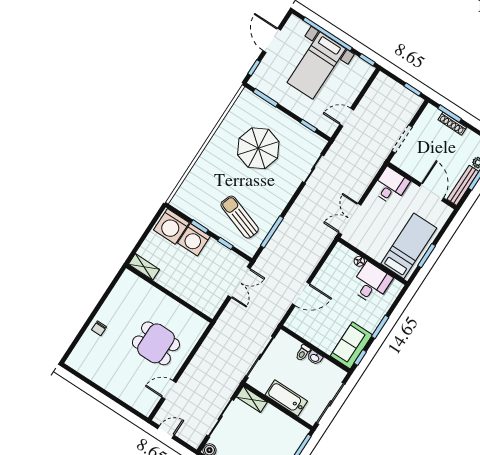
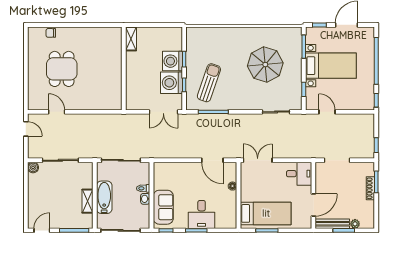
bed with nightstands: (316, 66) -> (331, 66), moved, turned 180
washing machine: (171, 226) -> (172, 83), moved
desk: (371, 283) -> (202, 214), moved, turned 90
door: (301, 294) -> (212, 160), moved
chair: (99, 328) -> (51, 33), moved
dining table: (156, 343) -> (62, 69), moved
sofa: (351, 345) -> (163, 207), moved, turned 90
shelving: (252, 399) -> (88, 201), moved

